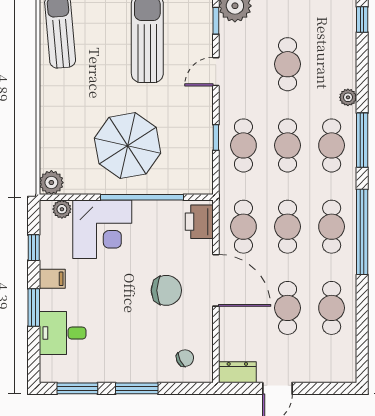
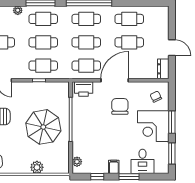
plant: (51, 183) -> (37, 167), moved
corner desk: (102, 229) -> (153, 126), moved, turned 180

